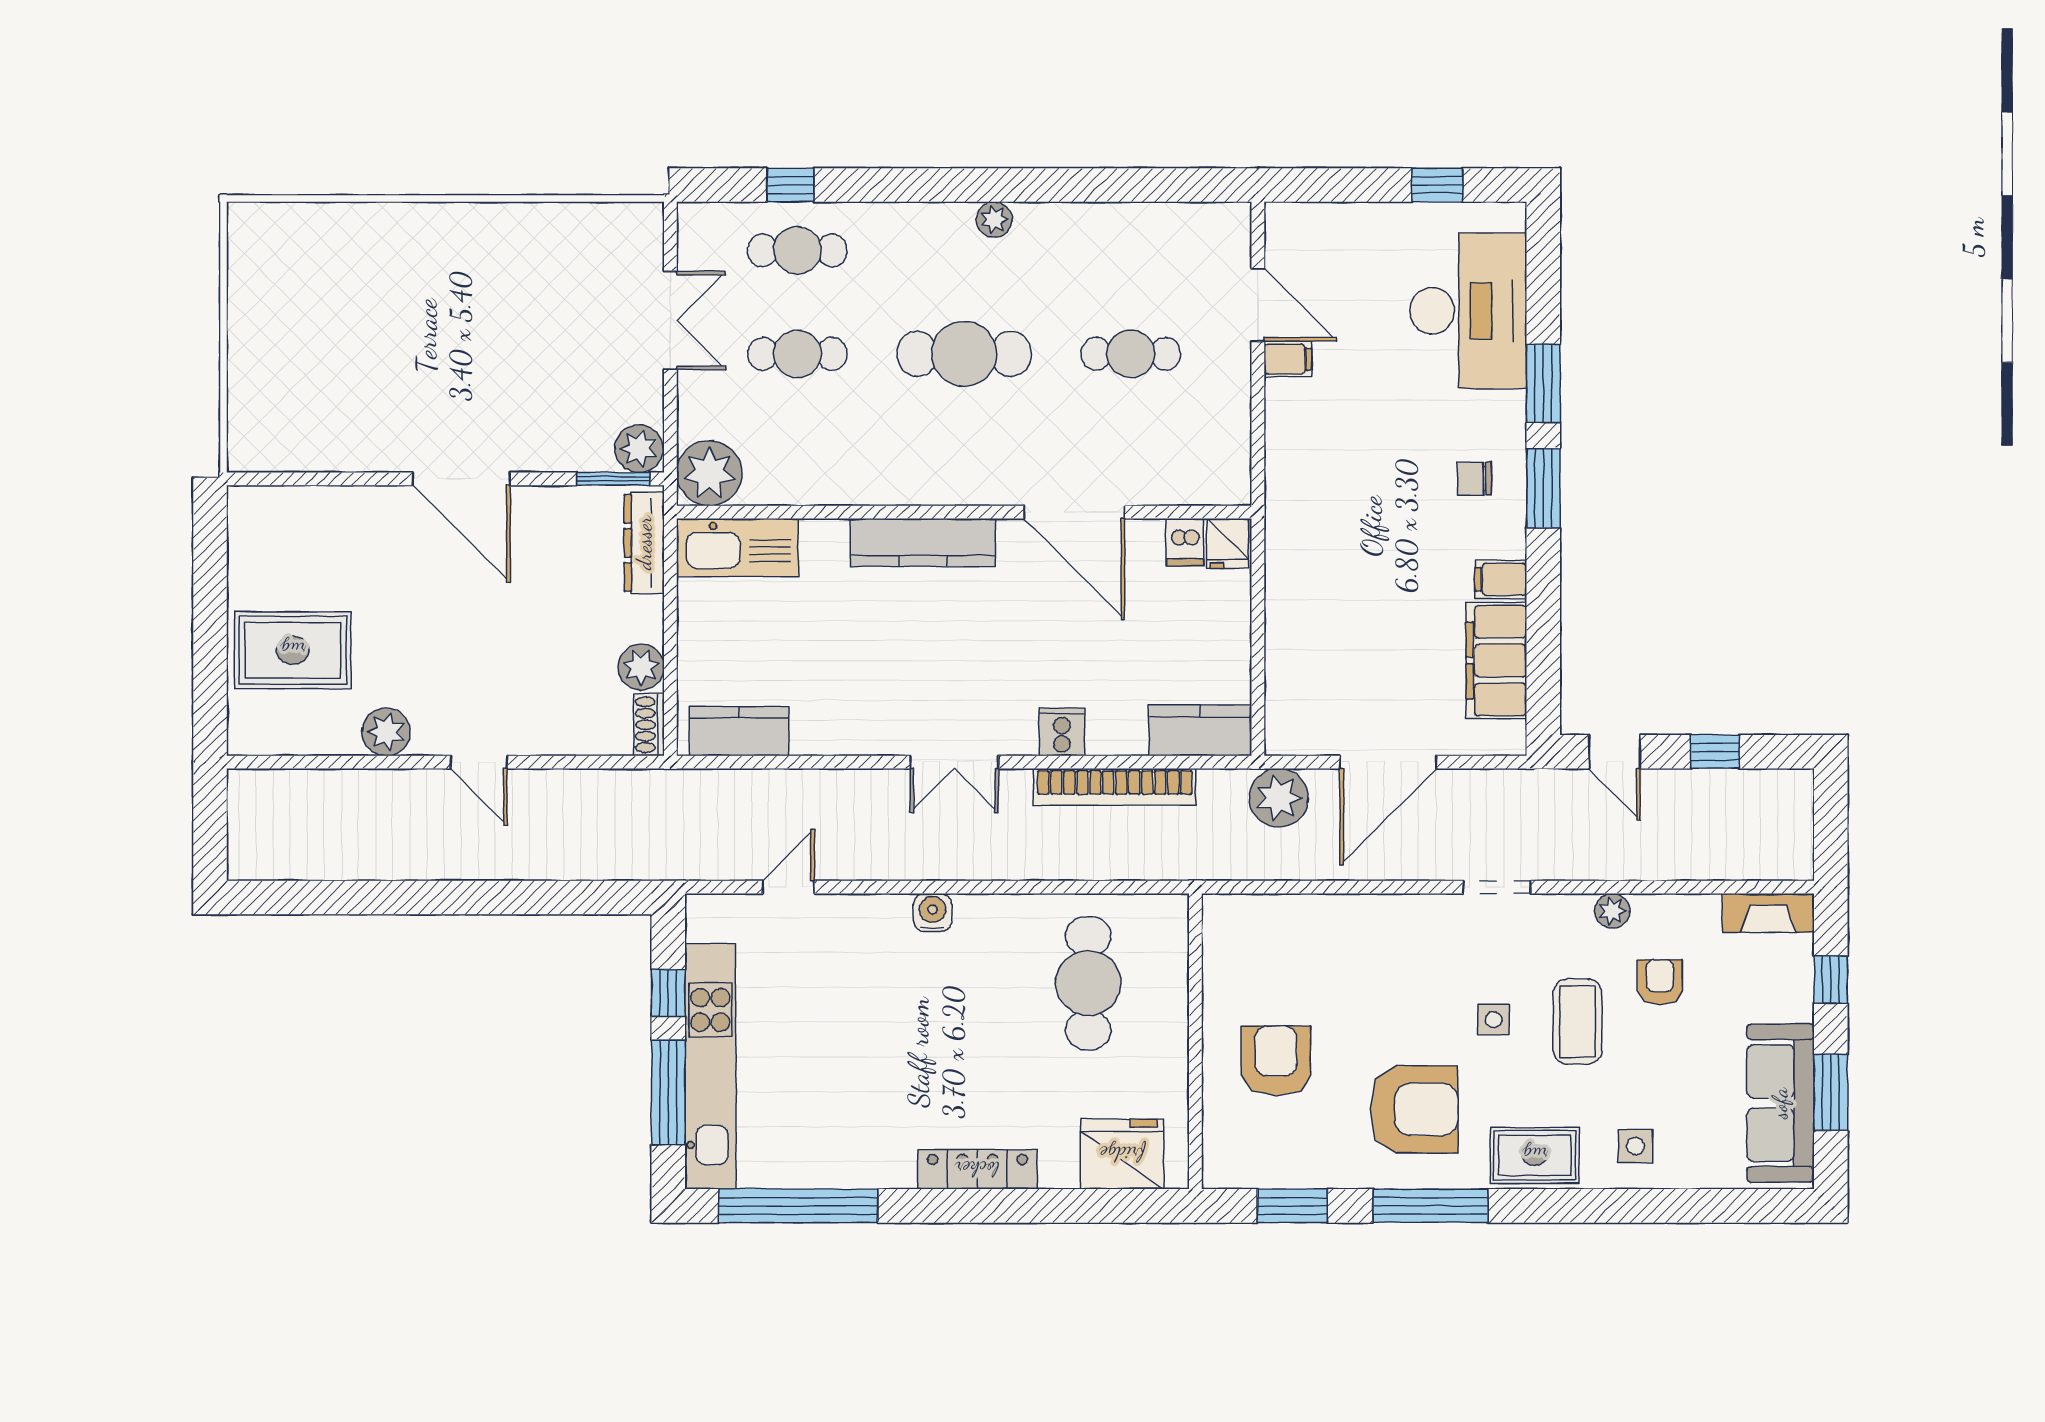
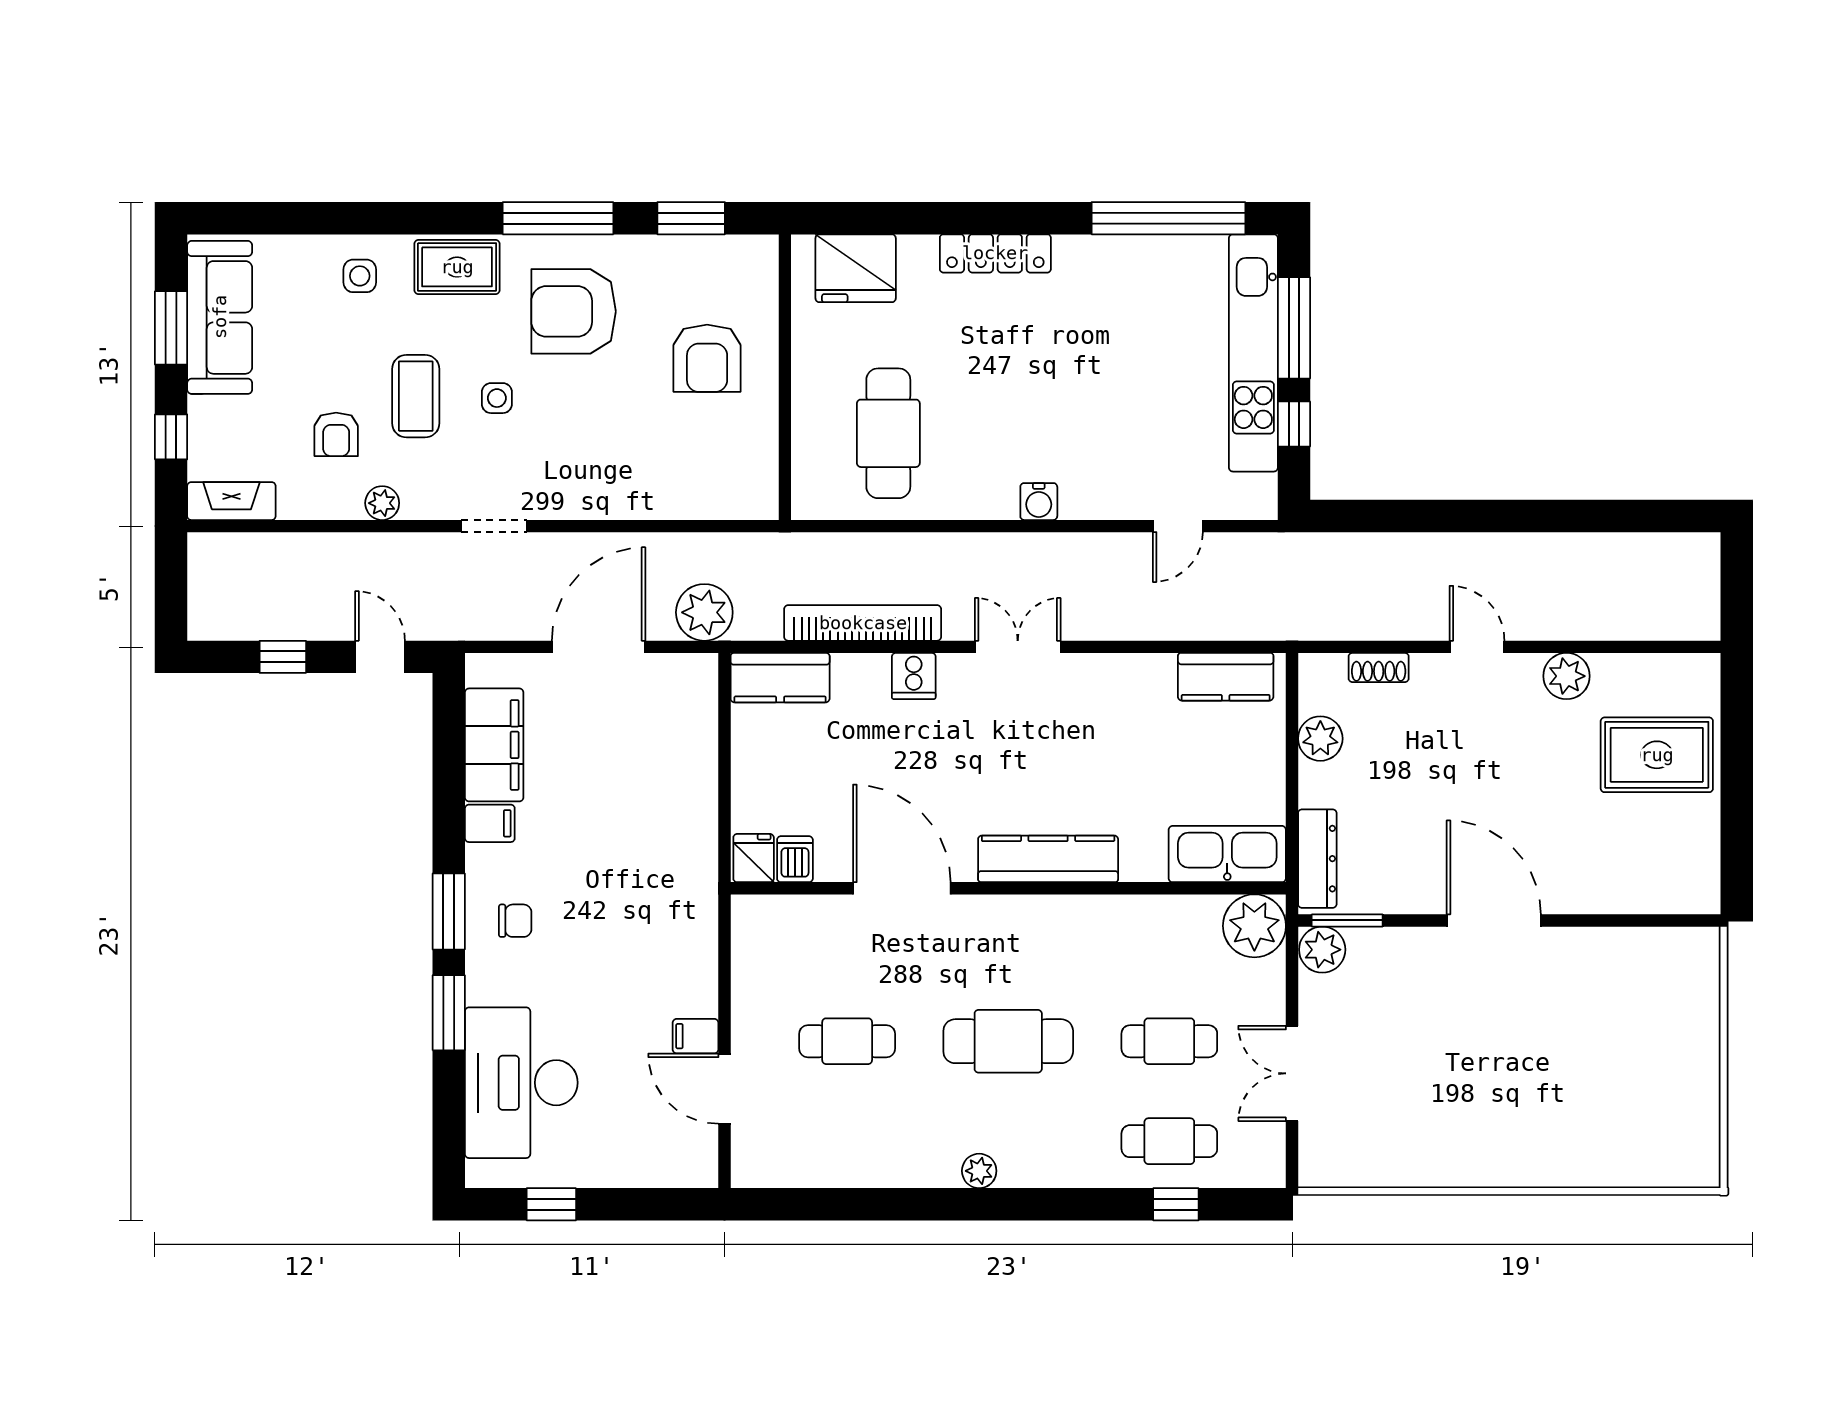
shoe rack: (649, 725) -> (1379, 667), moved, turned 90

